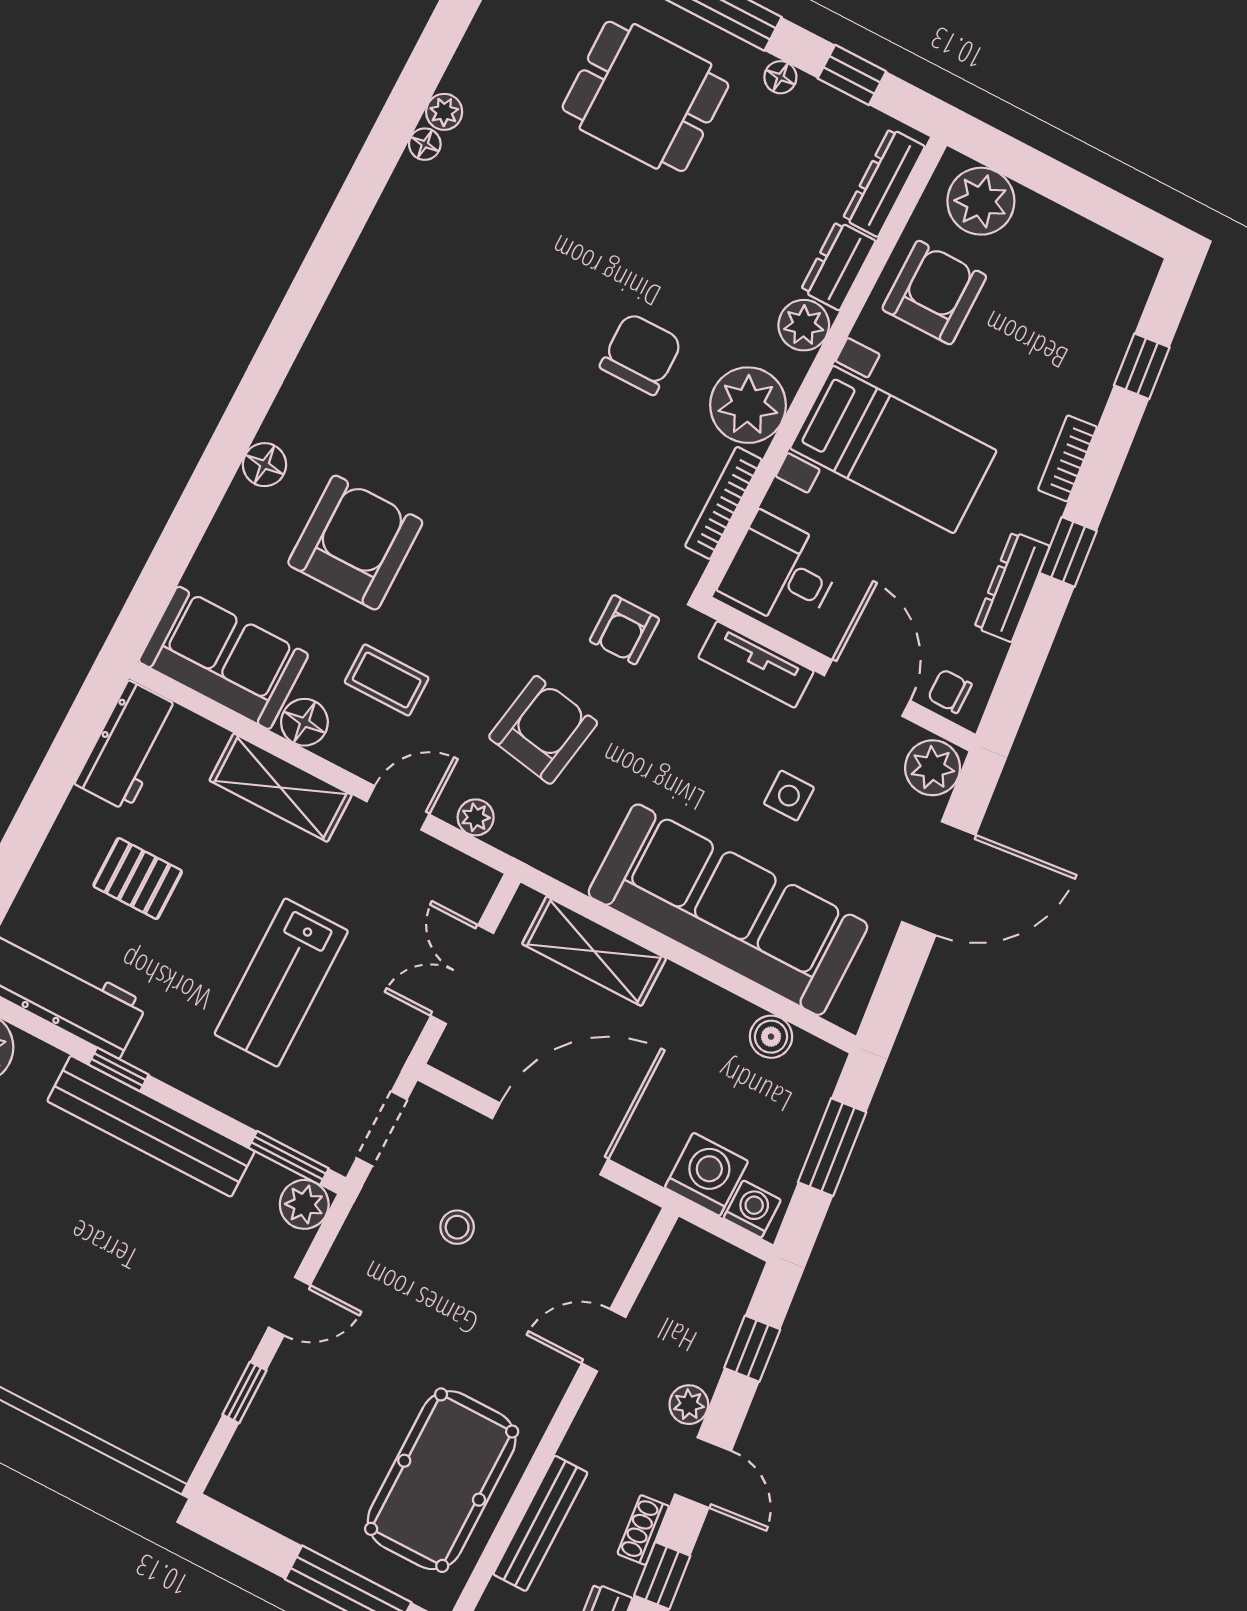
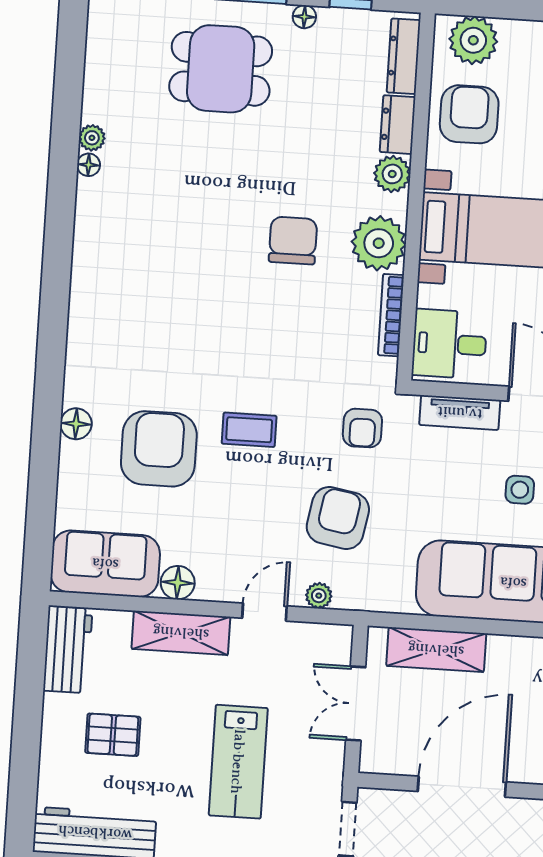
coffee table: (387, 680) -> (249, 430), moved

